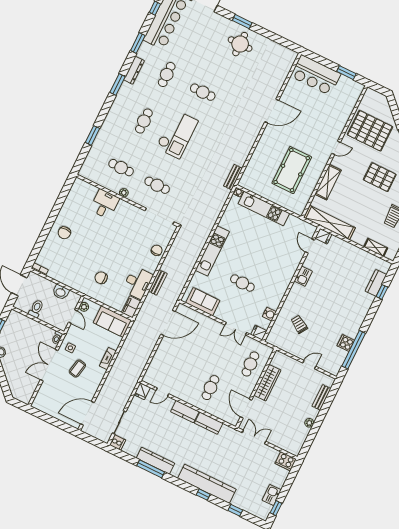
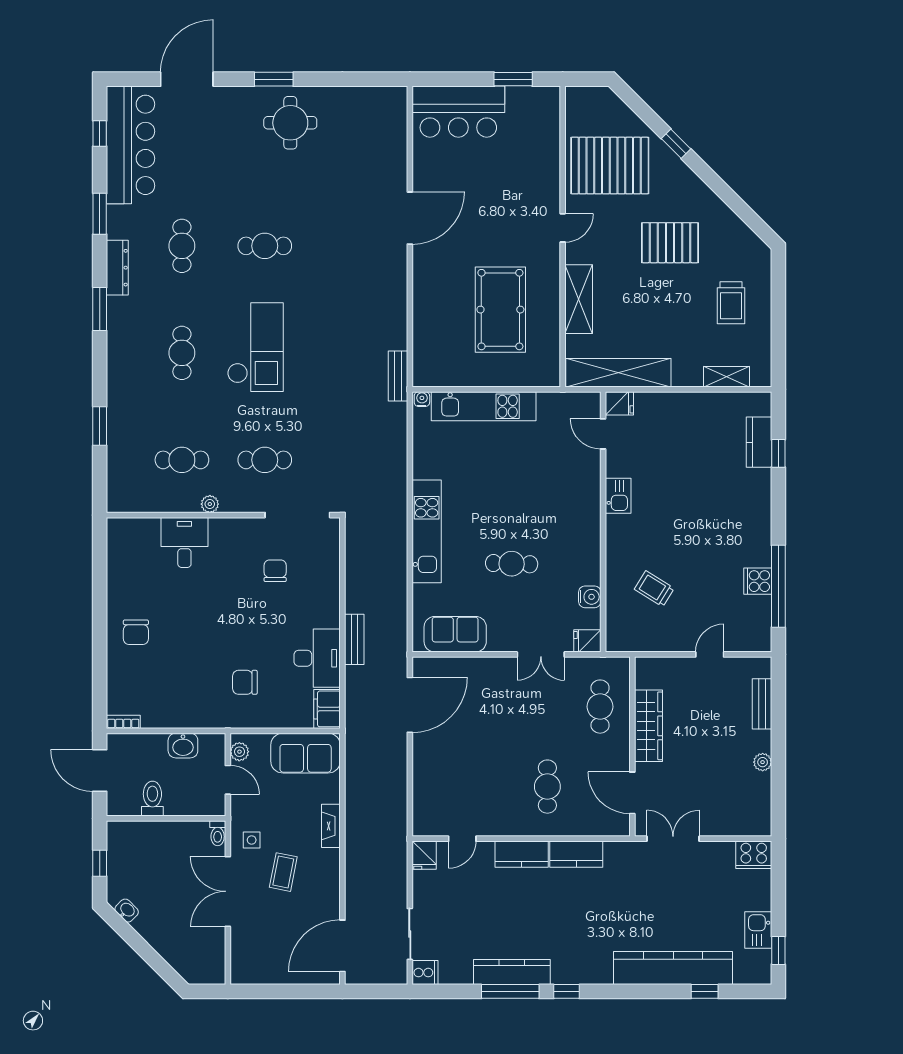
chair: (157, 250) -> (275, 571), moved
kitchen counter: (207, 484) -> (673, 968), moved
window: (203, 495) -> (567, 991), moved

